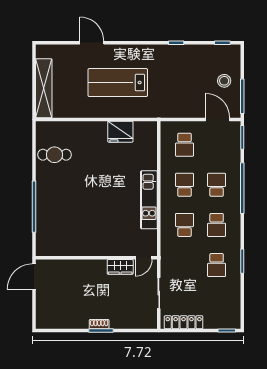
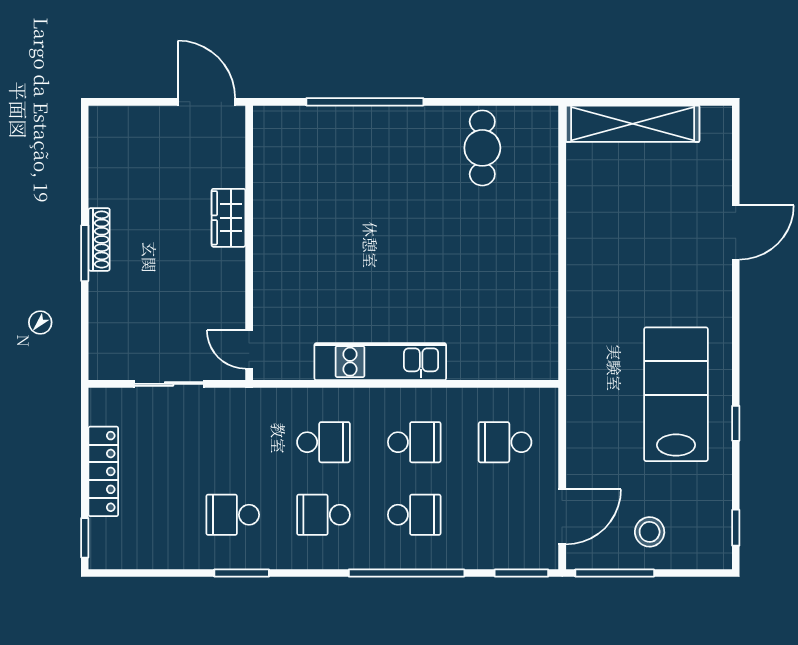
lab bench: (118, 83) -> (676, 394), moved
fridge: (120, 132) -> (534, 297), removed
wardrobe: (120, 267) -> (228, 218), moved
locker: (184, 322) -> (103, 471), moved
shoe rack: (99, 324) -> (99, 239), width x1.43

